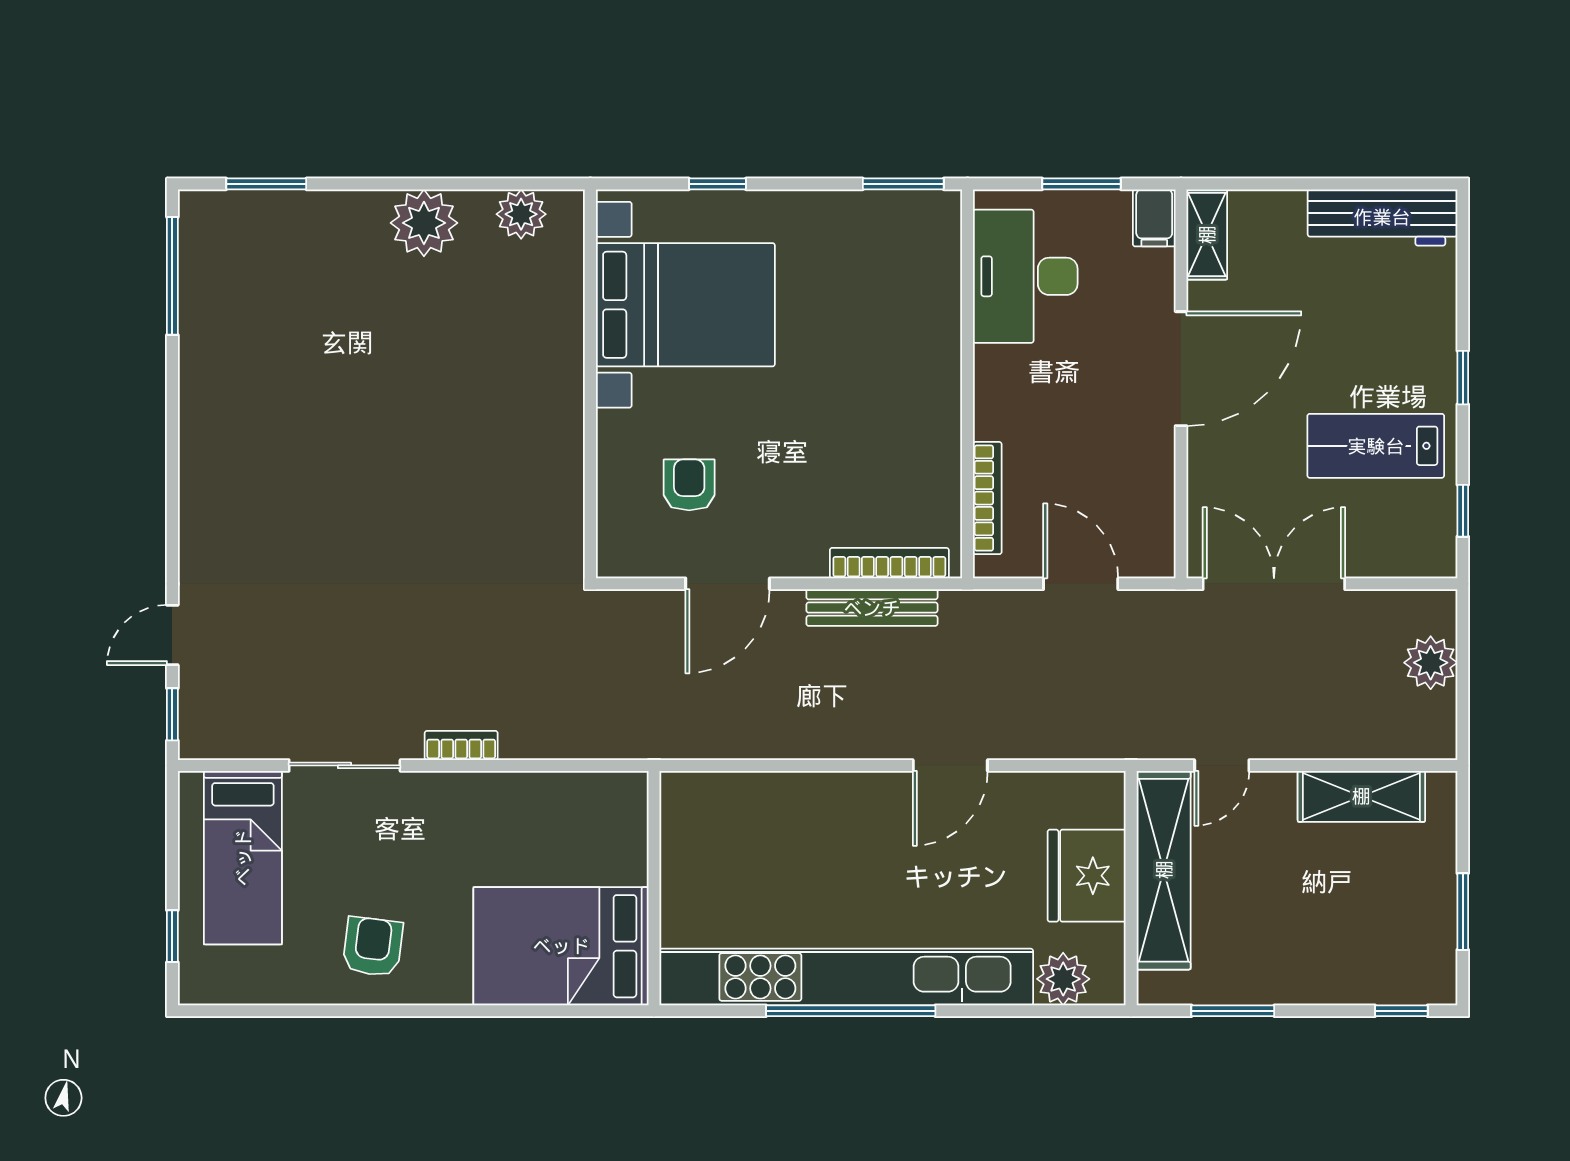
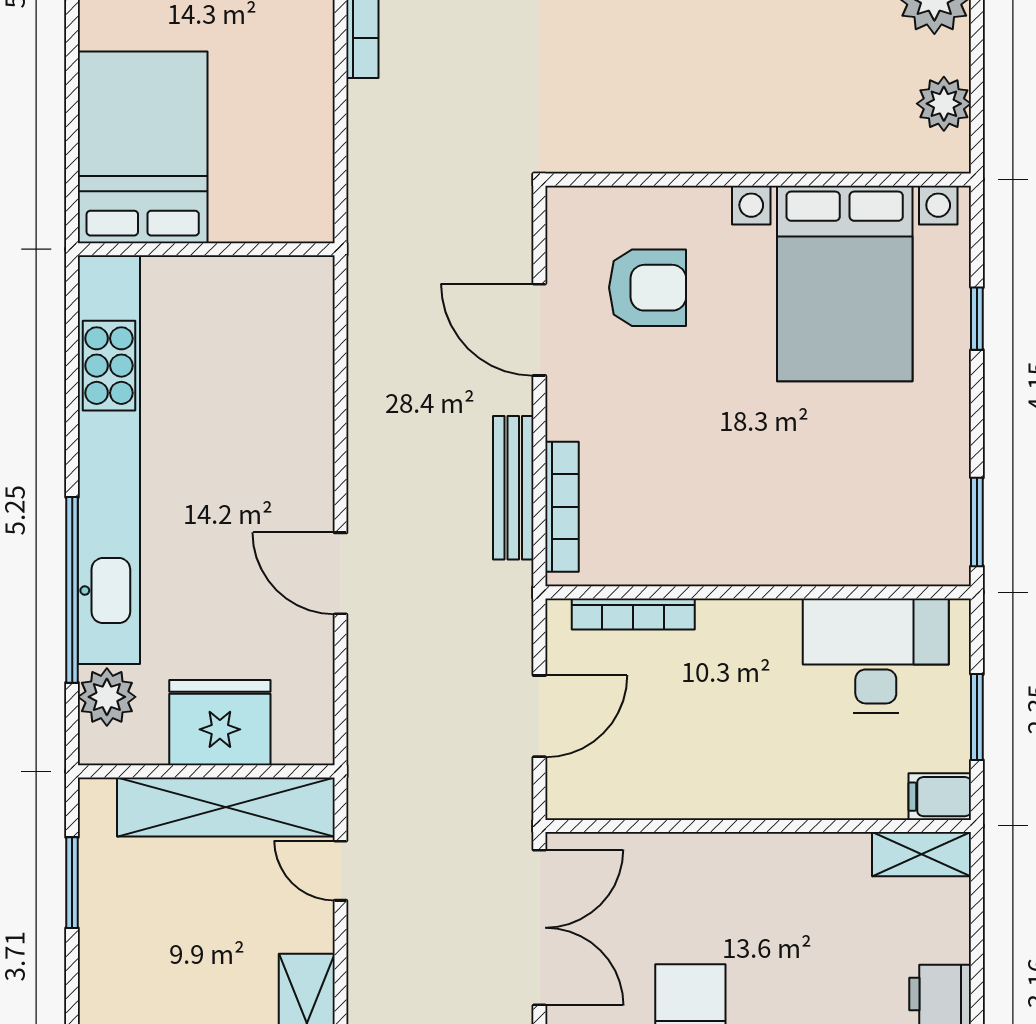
door: (1181, 369) -> (775, 826), removed
armchair: (689, 485) -> (648, 288), width x1.38, depth x1.38
window: (851, 1011) -> (72, 590), moved

